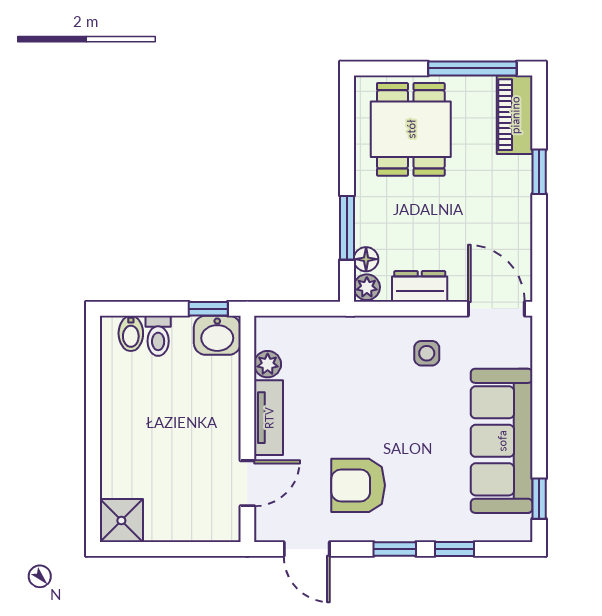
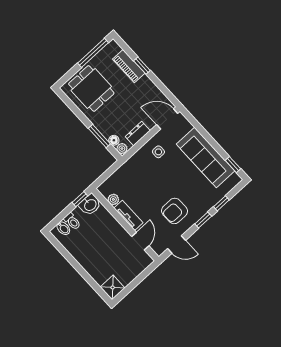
piano: (515, 115) -> (129, 66), moved

